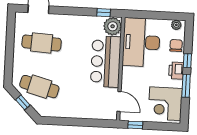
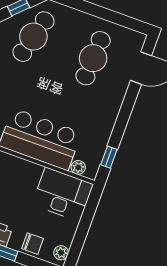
plant: (113, 26) -> (78, 167), width x0.53, depth x0.53
desk: (141, 42) -> (63, 194), width x0.73, depth x0.77

